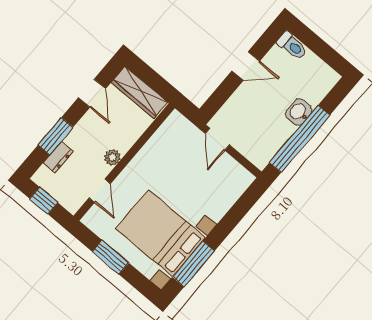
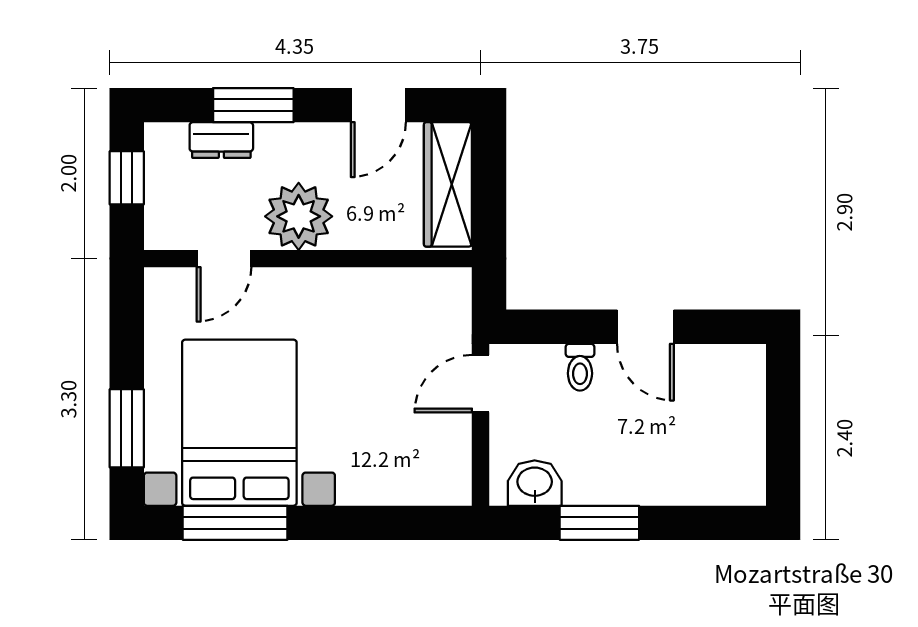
toilet: (292, 46) -> (580, 367), moved, width x0.73, depth x0.72
washbasin: (299, 112) -> (535, 483), moved
window: (300, 139) -> (599, 523), width x0.47
plant: (112, 157) -> (299, 216), width x1.88, depth x1.88
window: (110, 257) -> (127, 428), moved

